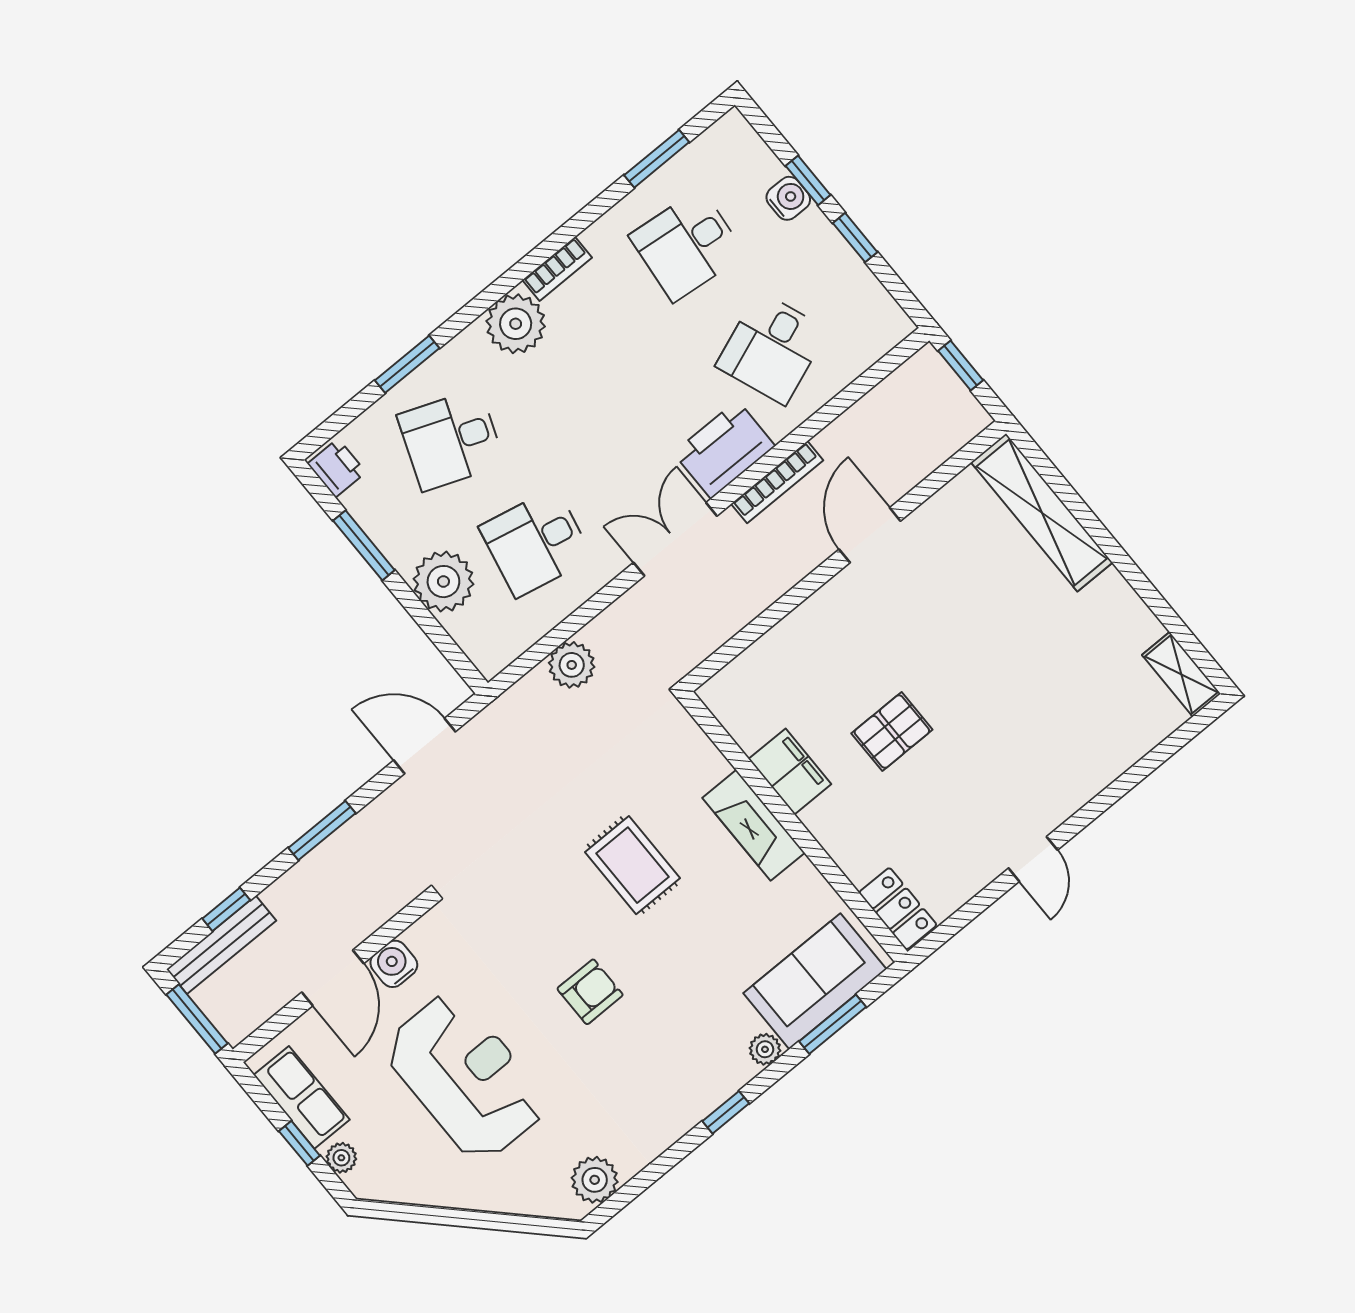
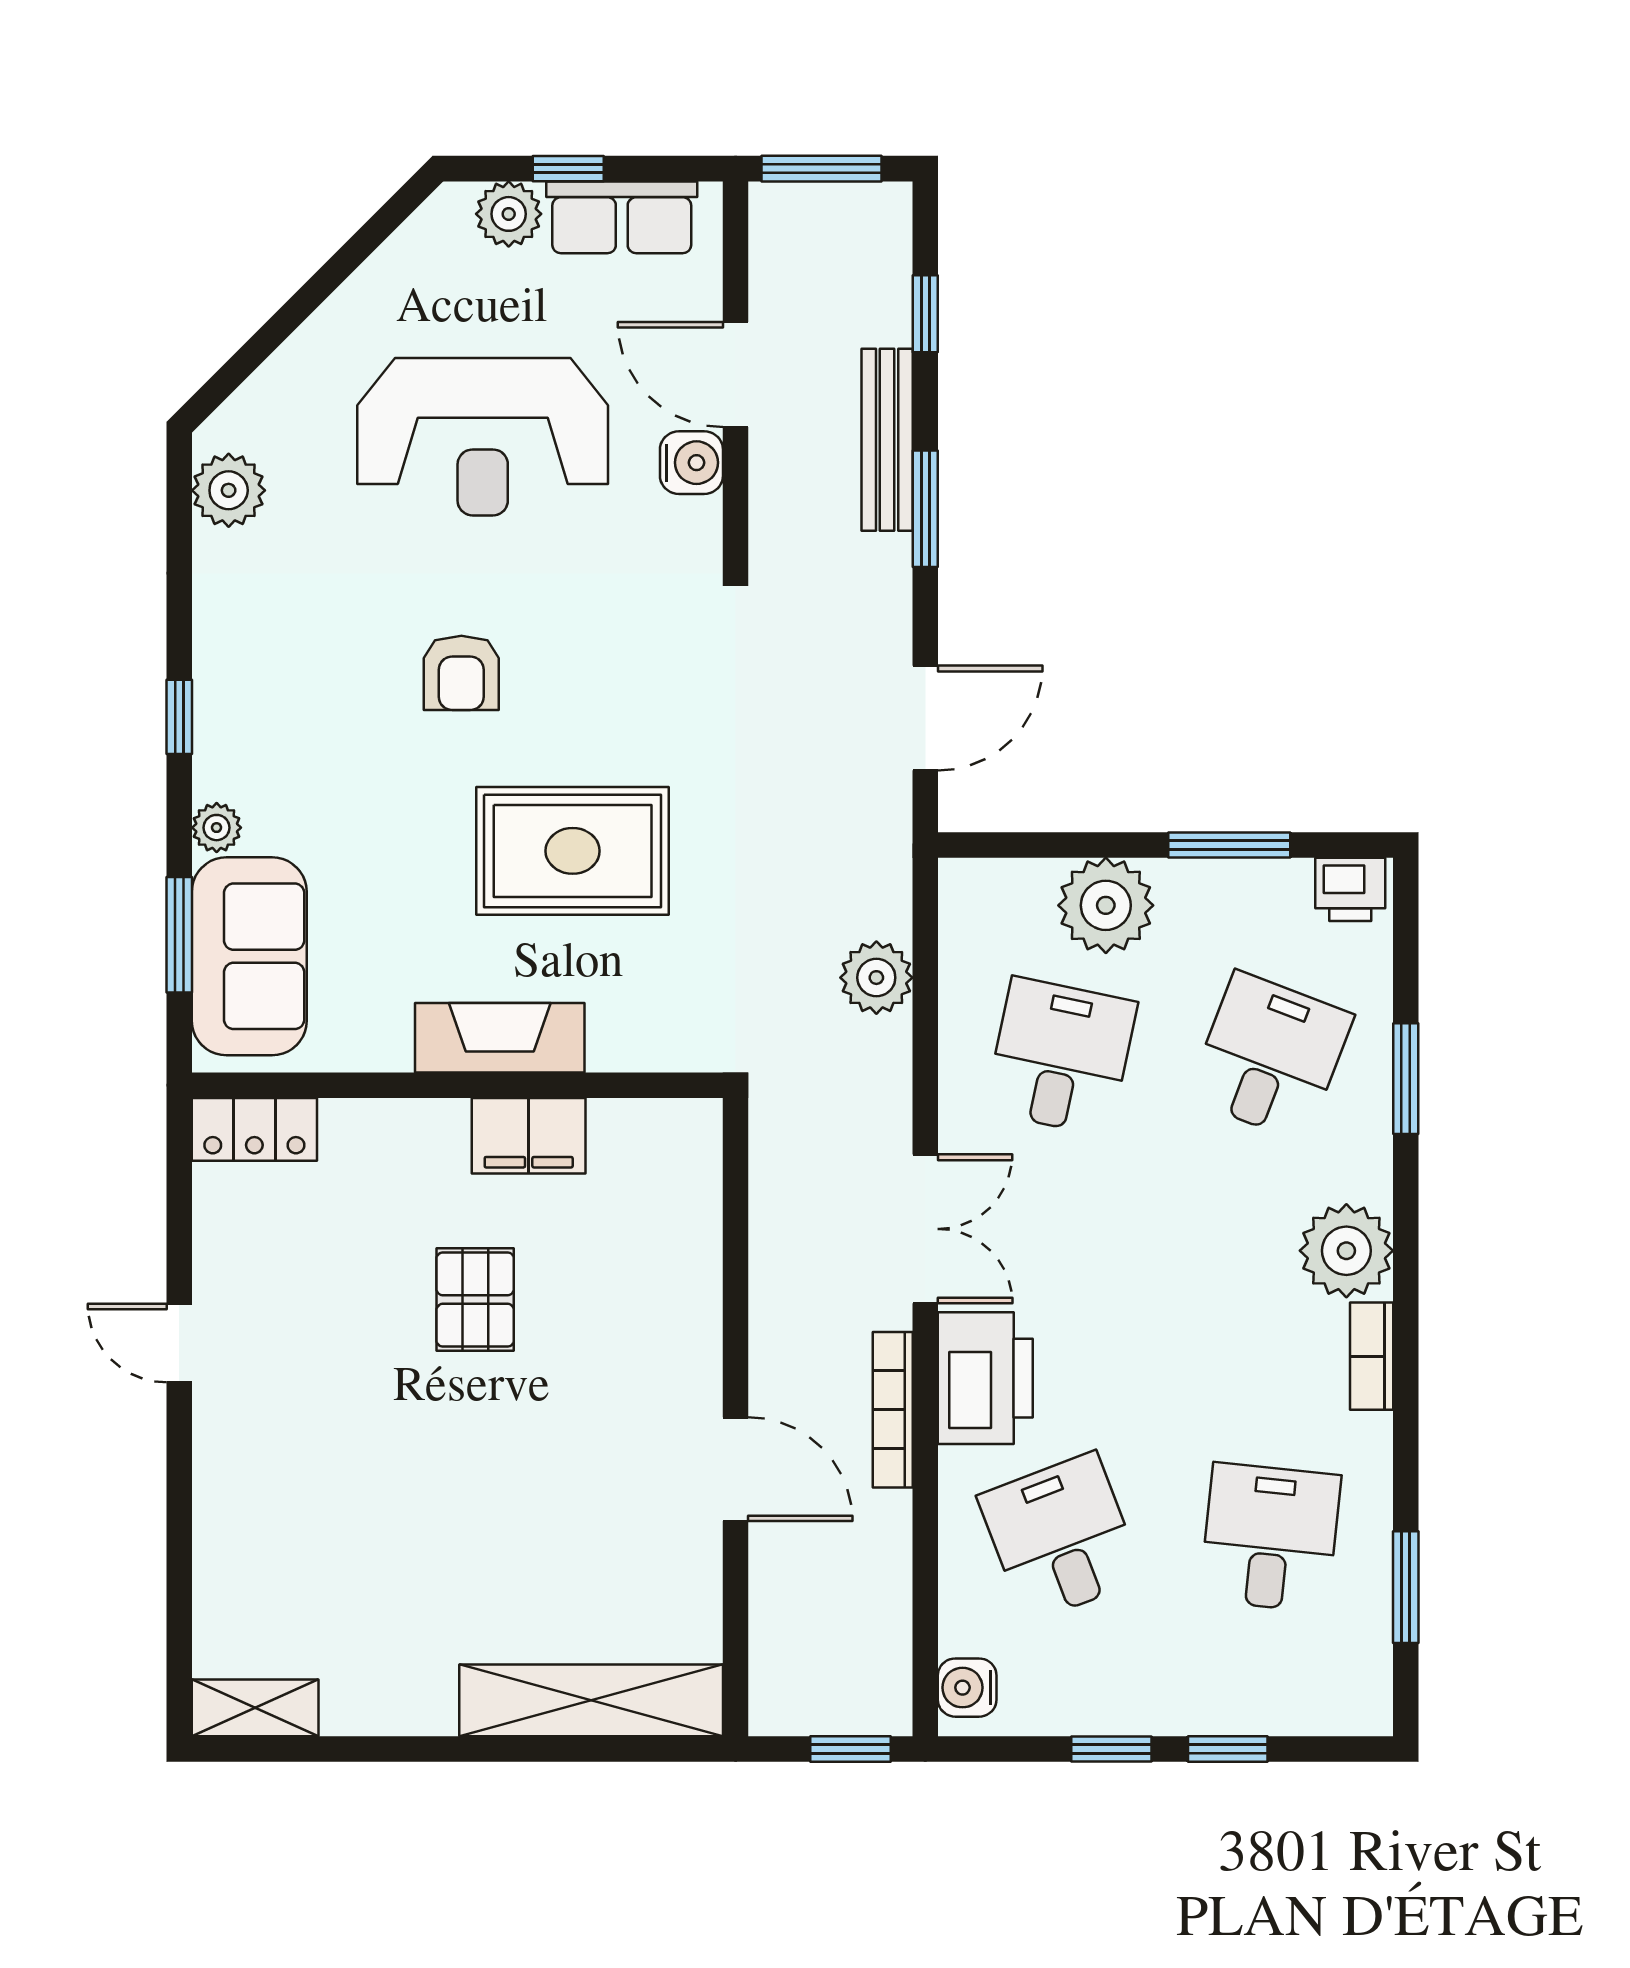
water cooler: (788, 198) -> (967, 1688), moved, turned 90
rug: (632, 865) -> (573, 851), width x1.36, depth x1.43
bench: (221, 945) -> (887, 440), moved
plant: (341, 1158) -> (509, 214), width x1.38, depth x1.38

